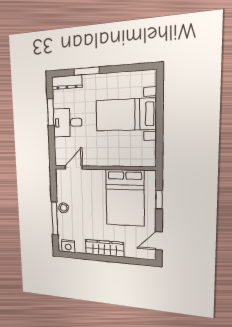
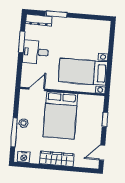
bed with nightstands: (126, 115) -> (83, 72), moved
bed: (125, 198) -> (60, 115), moved

